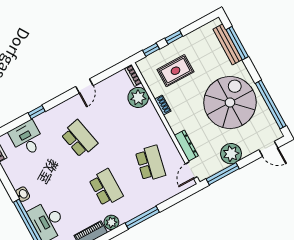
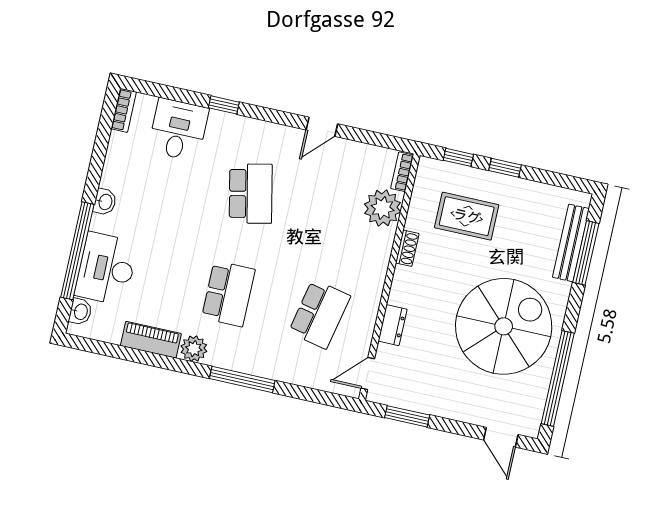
dresser: (186, 146) -> (393, 325), width x0.70
plant: (231, 154) -> (443, 399), removed
window: (223, 174) -> (407, 416), width x0.69

